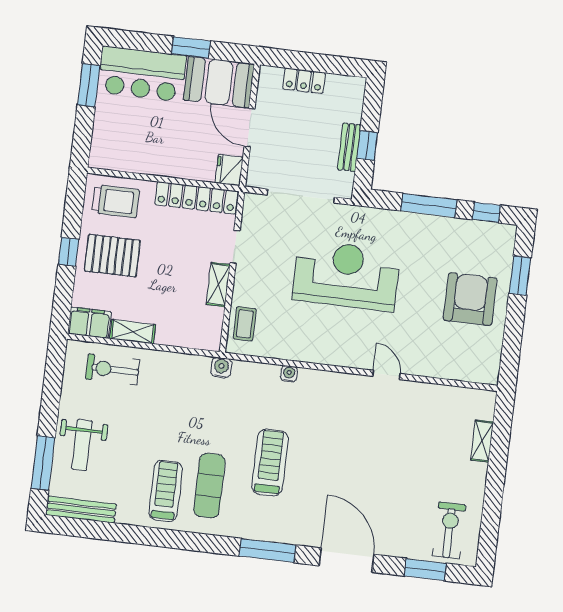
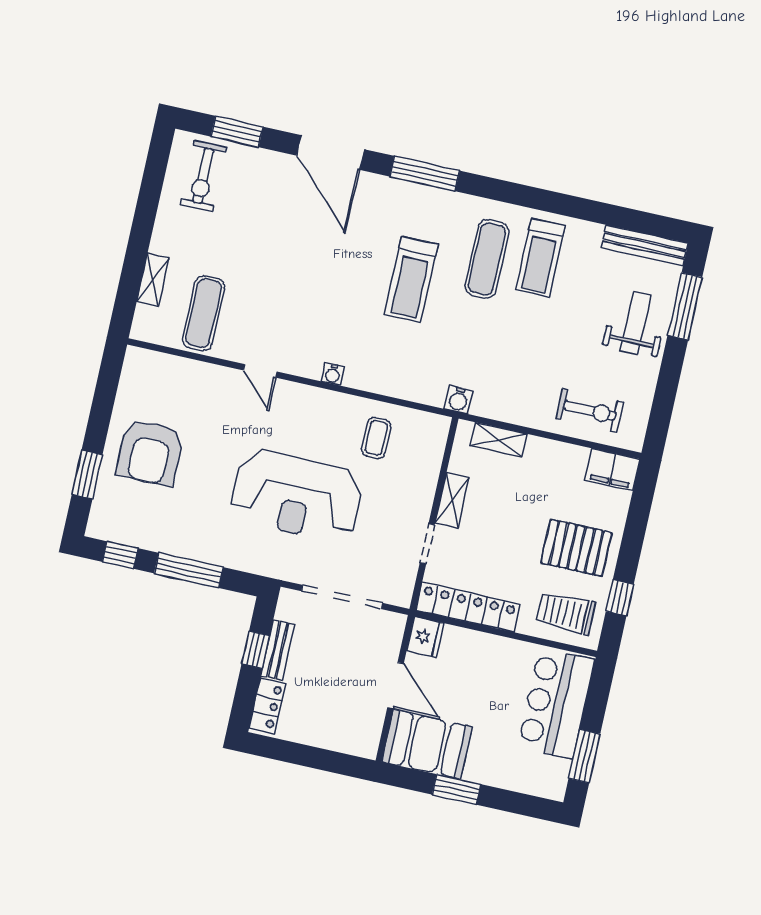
bar counter: (142, 74) -> (556, 703), moved, turned -90
locker: (304, 81) -> (267, 706), moved, turned 90
window: (69, 252) -> (620, 598), moved
coffee table: (245, 324) -> (376, 438), moved
shelving: (133, 332) -> (498, 440), moved
water cooler: (289, 374) -> (333, 374), moved
exercise mat: (438, 418) -> (204, 313), added

